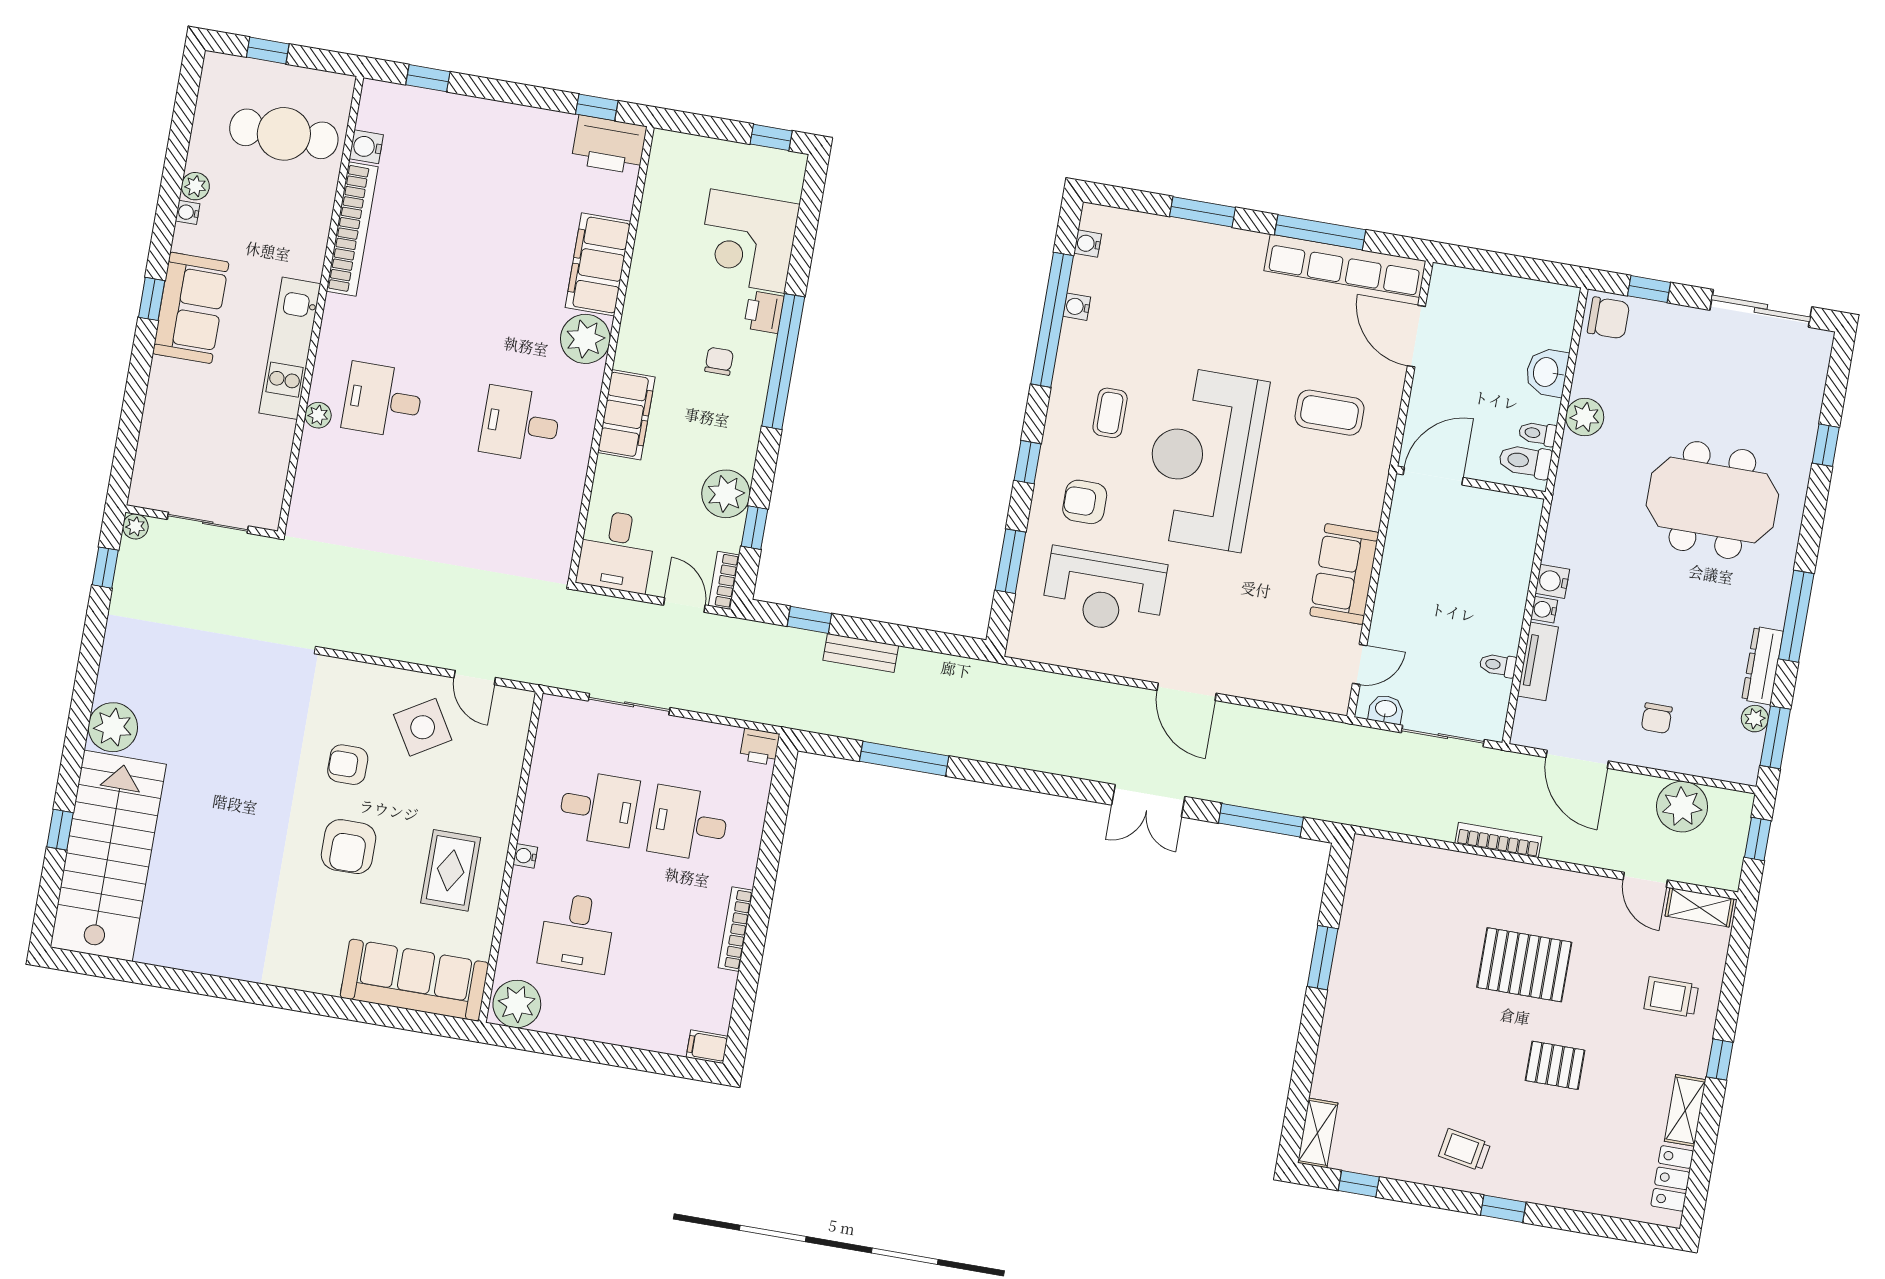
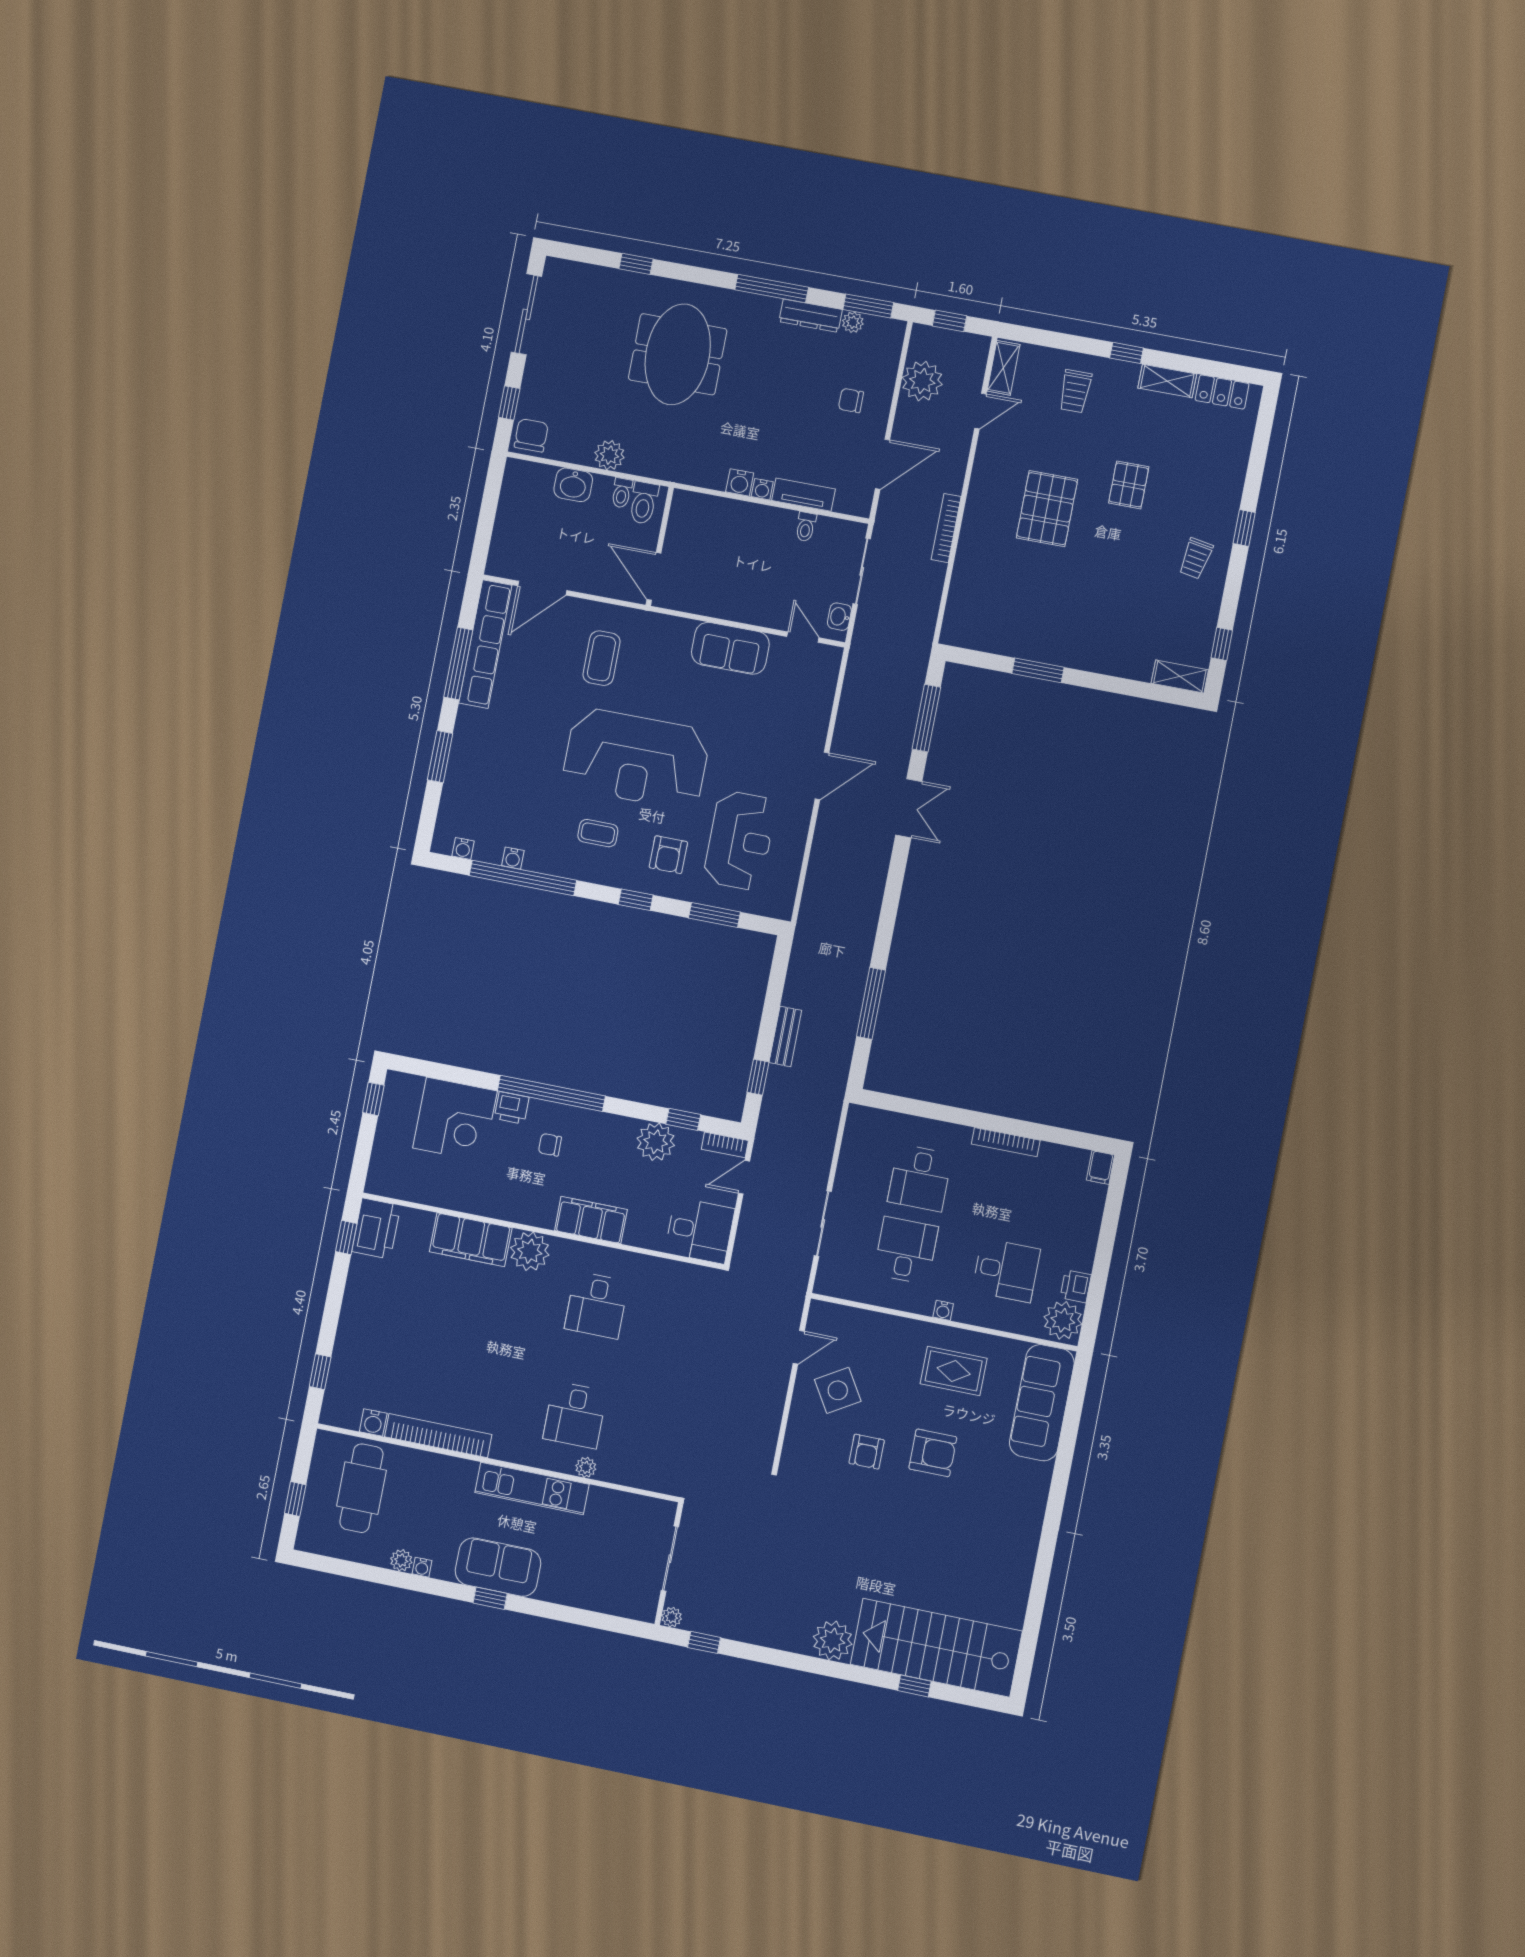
chair: (1657, 718) -> (851, 400), turned 180
printer: (760, 747) -> (1076, 1286), moved, turned 180

